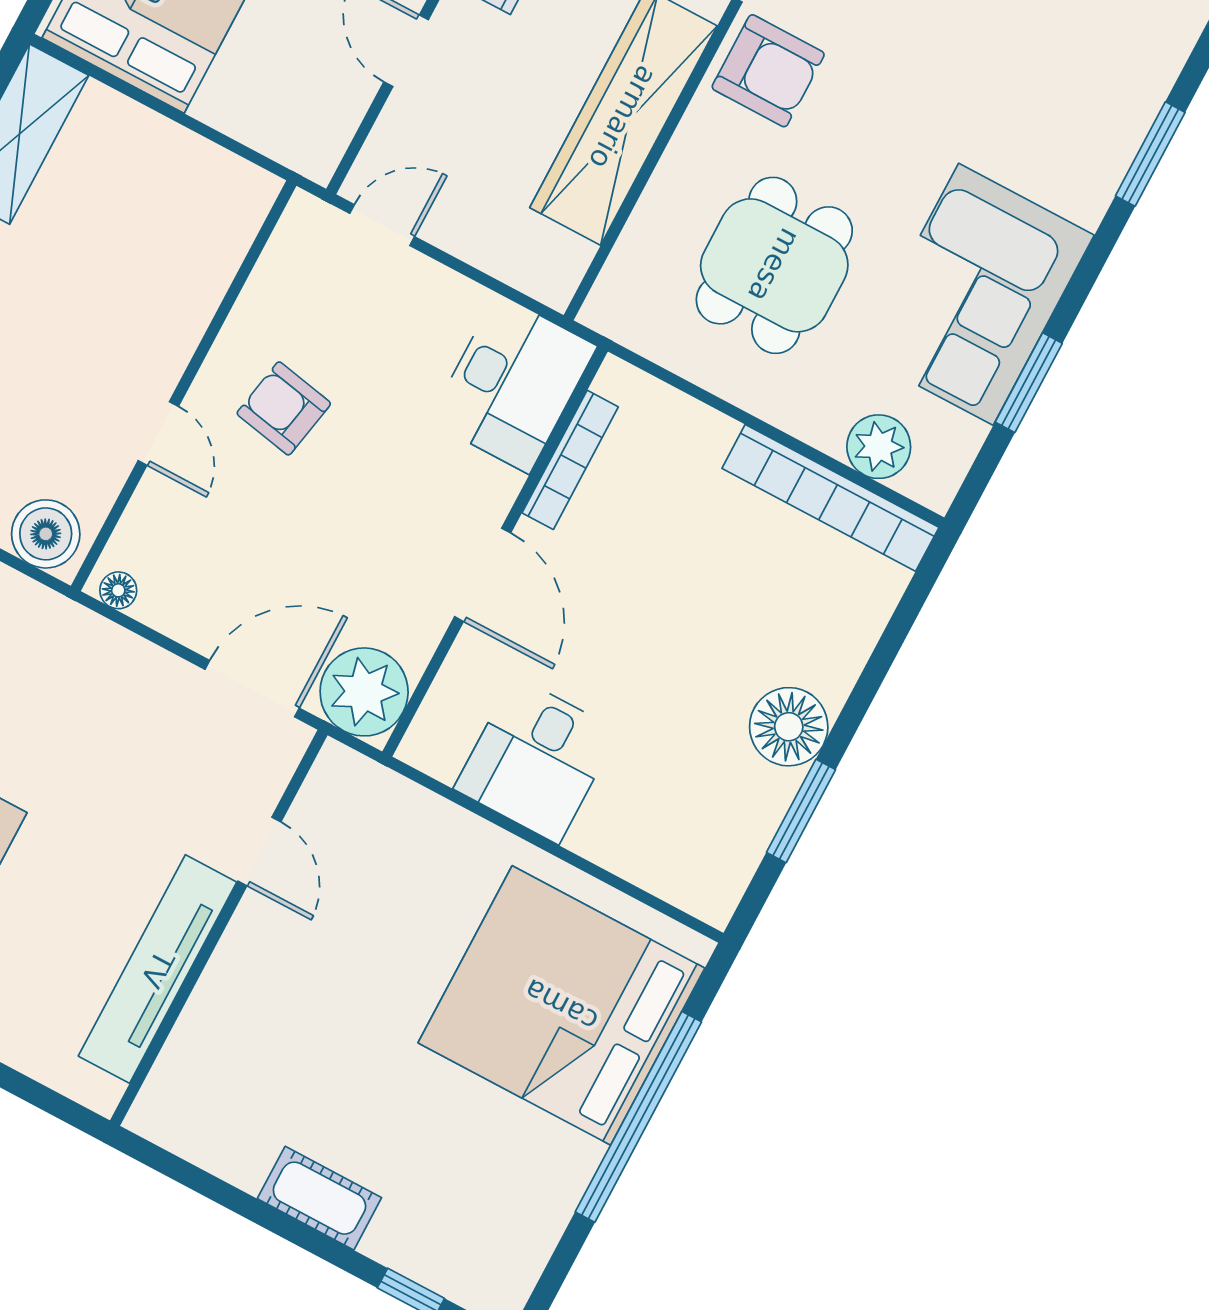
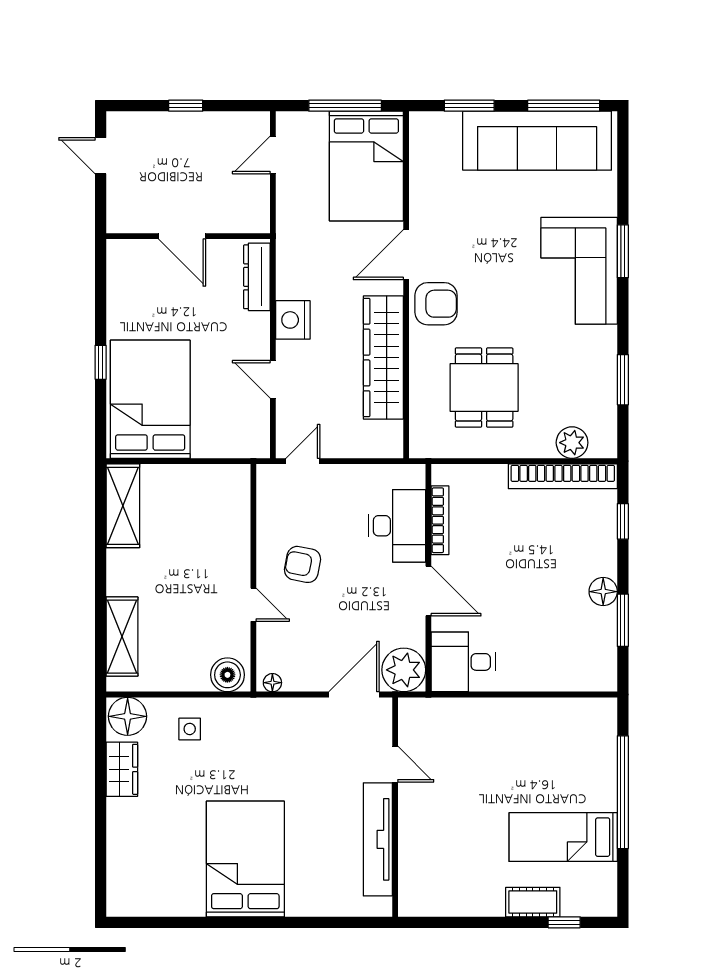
corner sofa: (976, 294) -> (579, 271), moved
desk: (513, 384) -> (397, 526), moved
window: (895, 635) -> (623, 521), added
floor lamp: (789, 727) -> (603, 592), width x0.73, depth x0.73
desk: (536, 760) -> (463, 662), moved, turned 90
bed: (561, 1005) -> (563, 837), moved, width x0.49
cot: (319, 1198) -> (533, 902), moved

